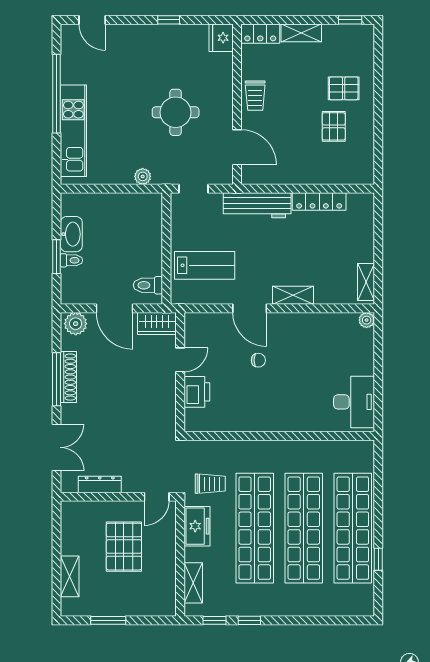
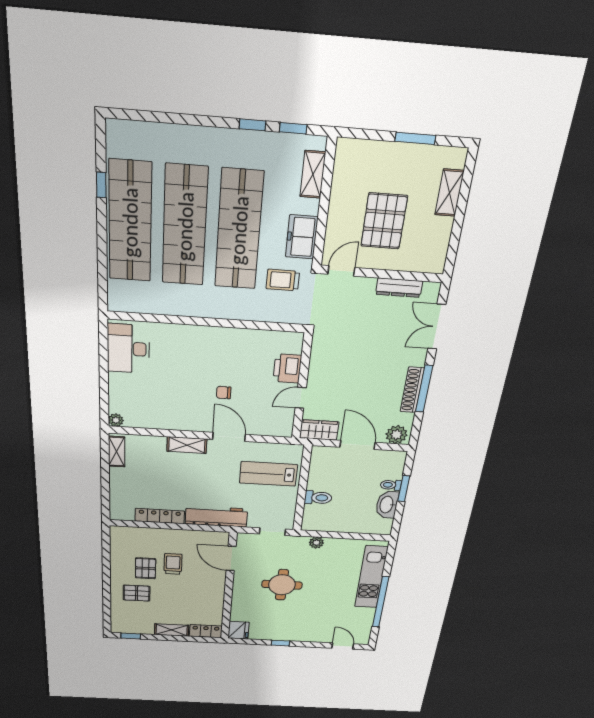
trolley: (255, 96) -> (173, 564), moved
toilet: (148, 285) -> (318, 498), moved

